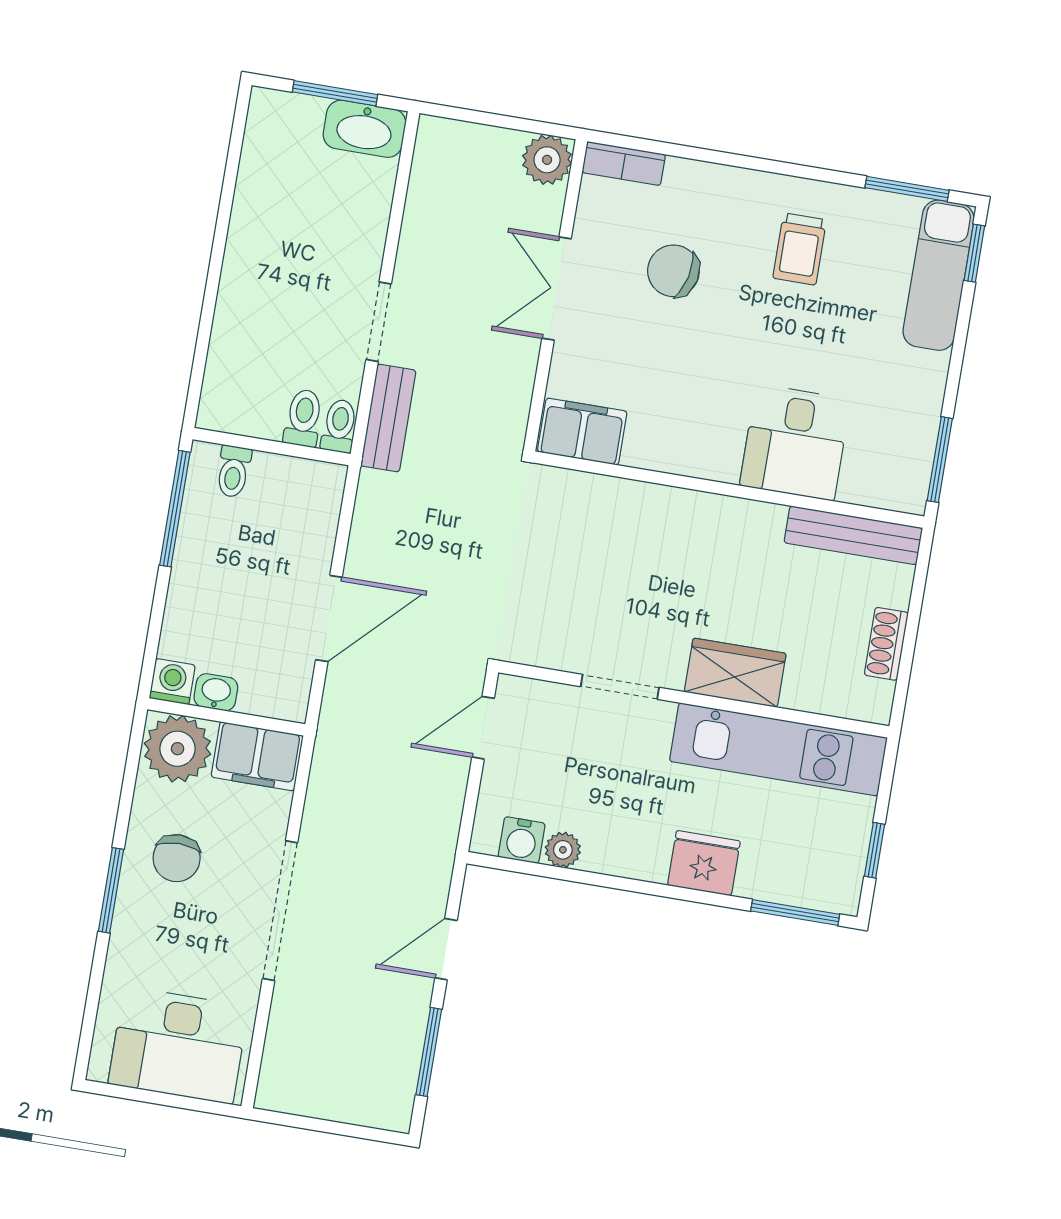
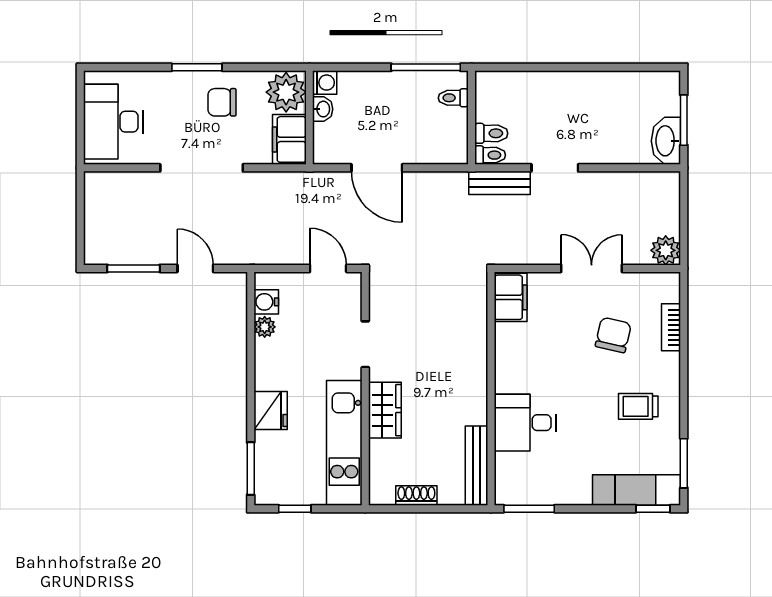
bookcase: (624, 163) -> (671, 327), moved

